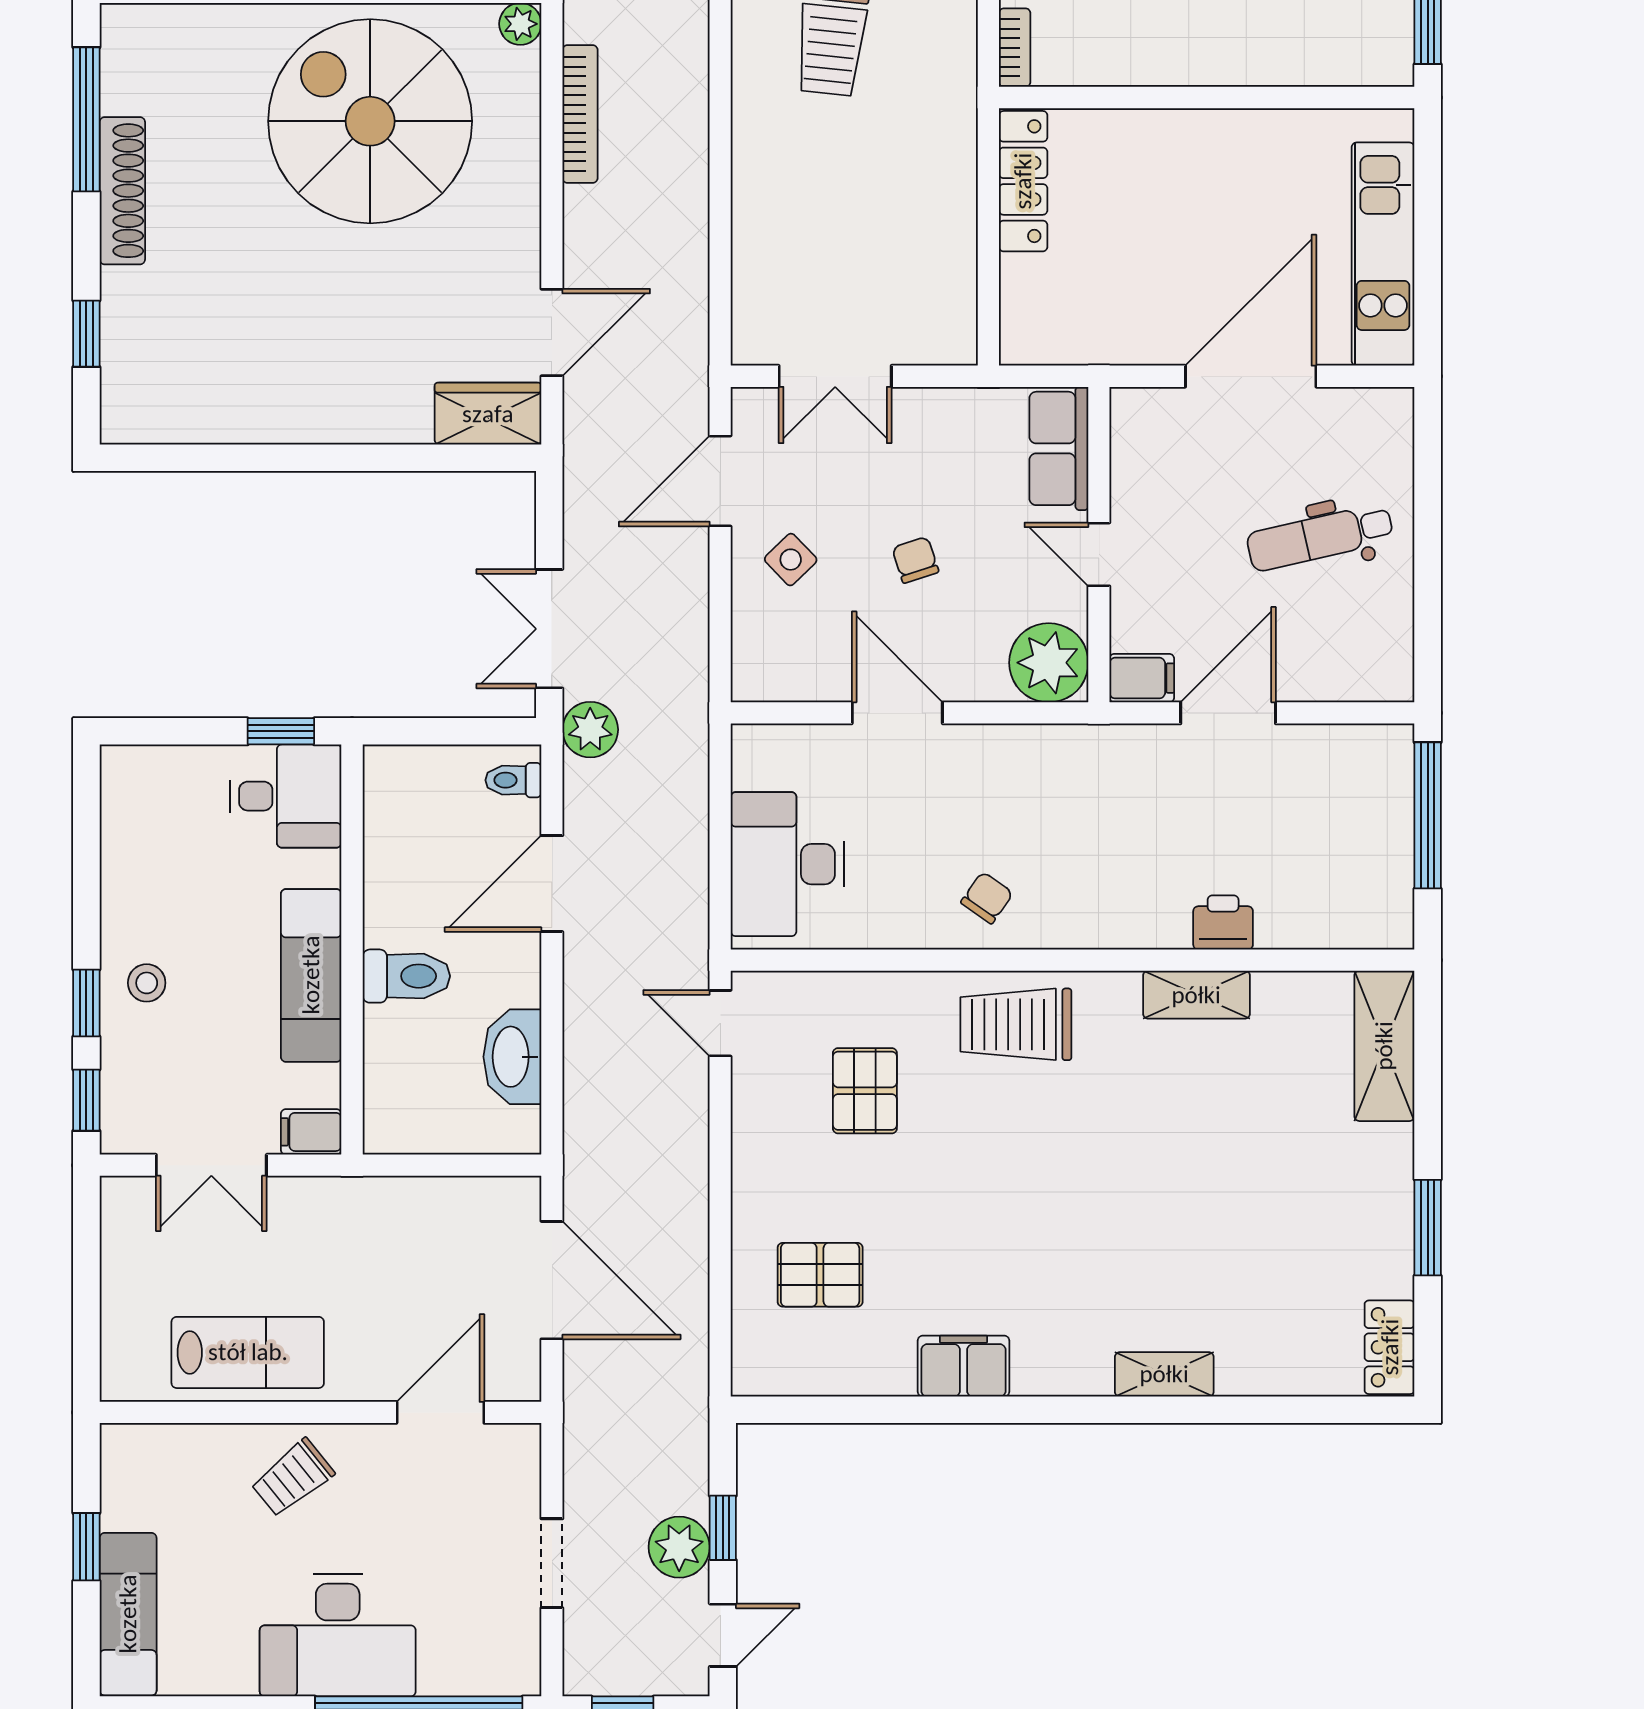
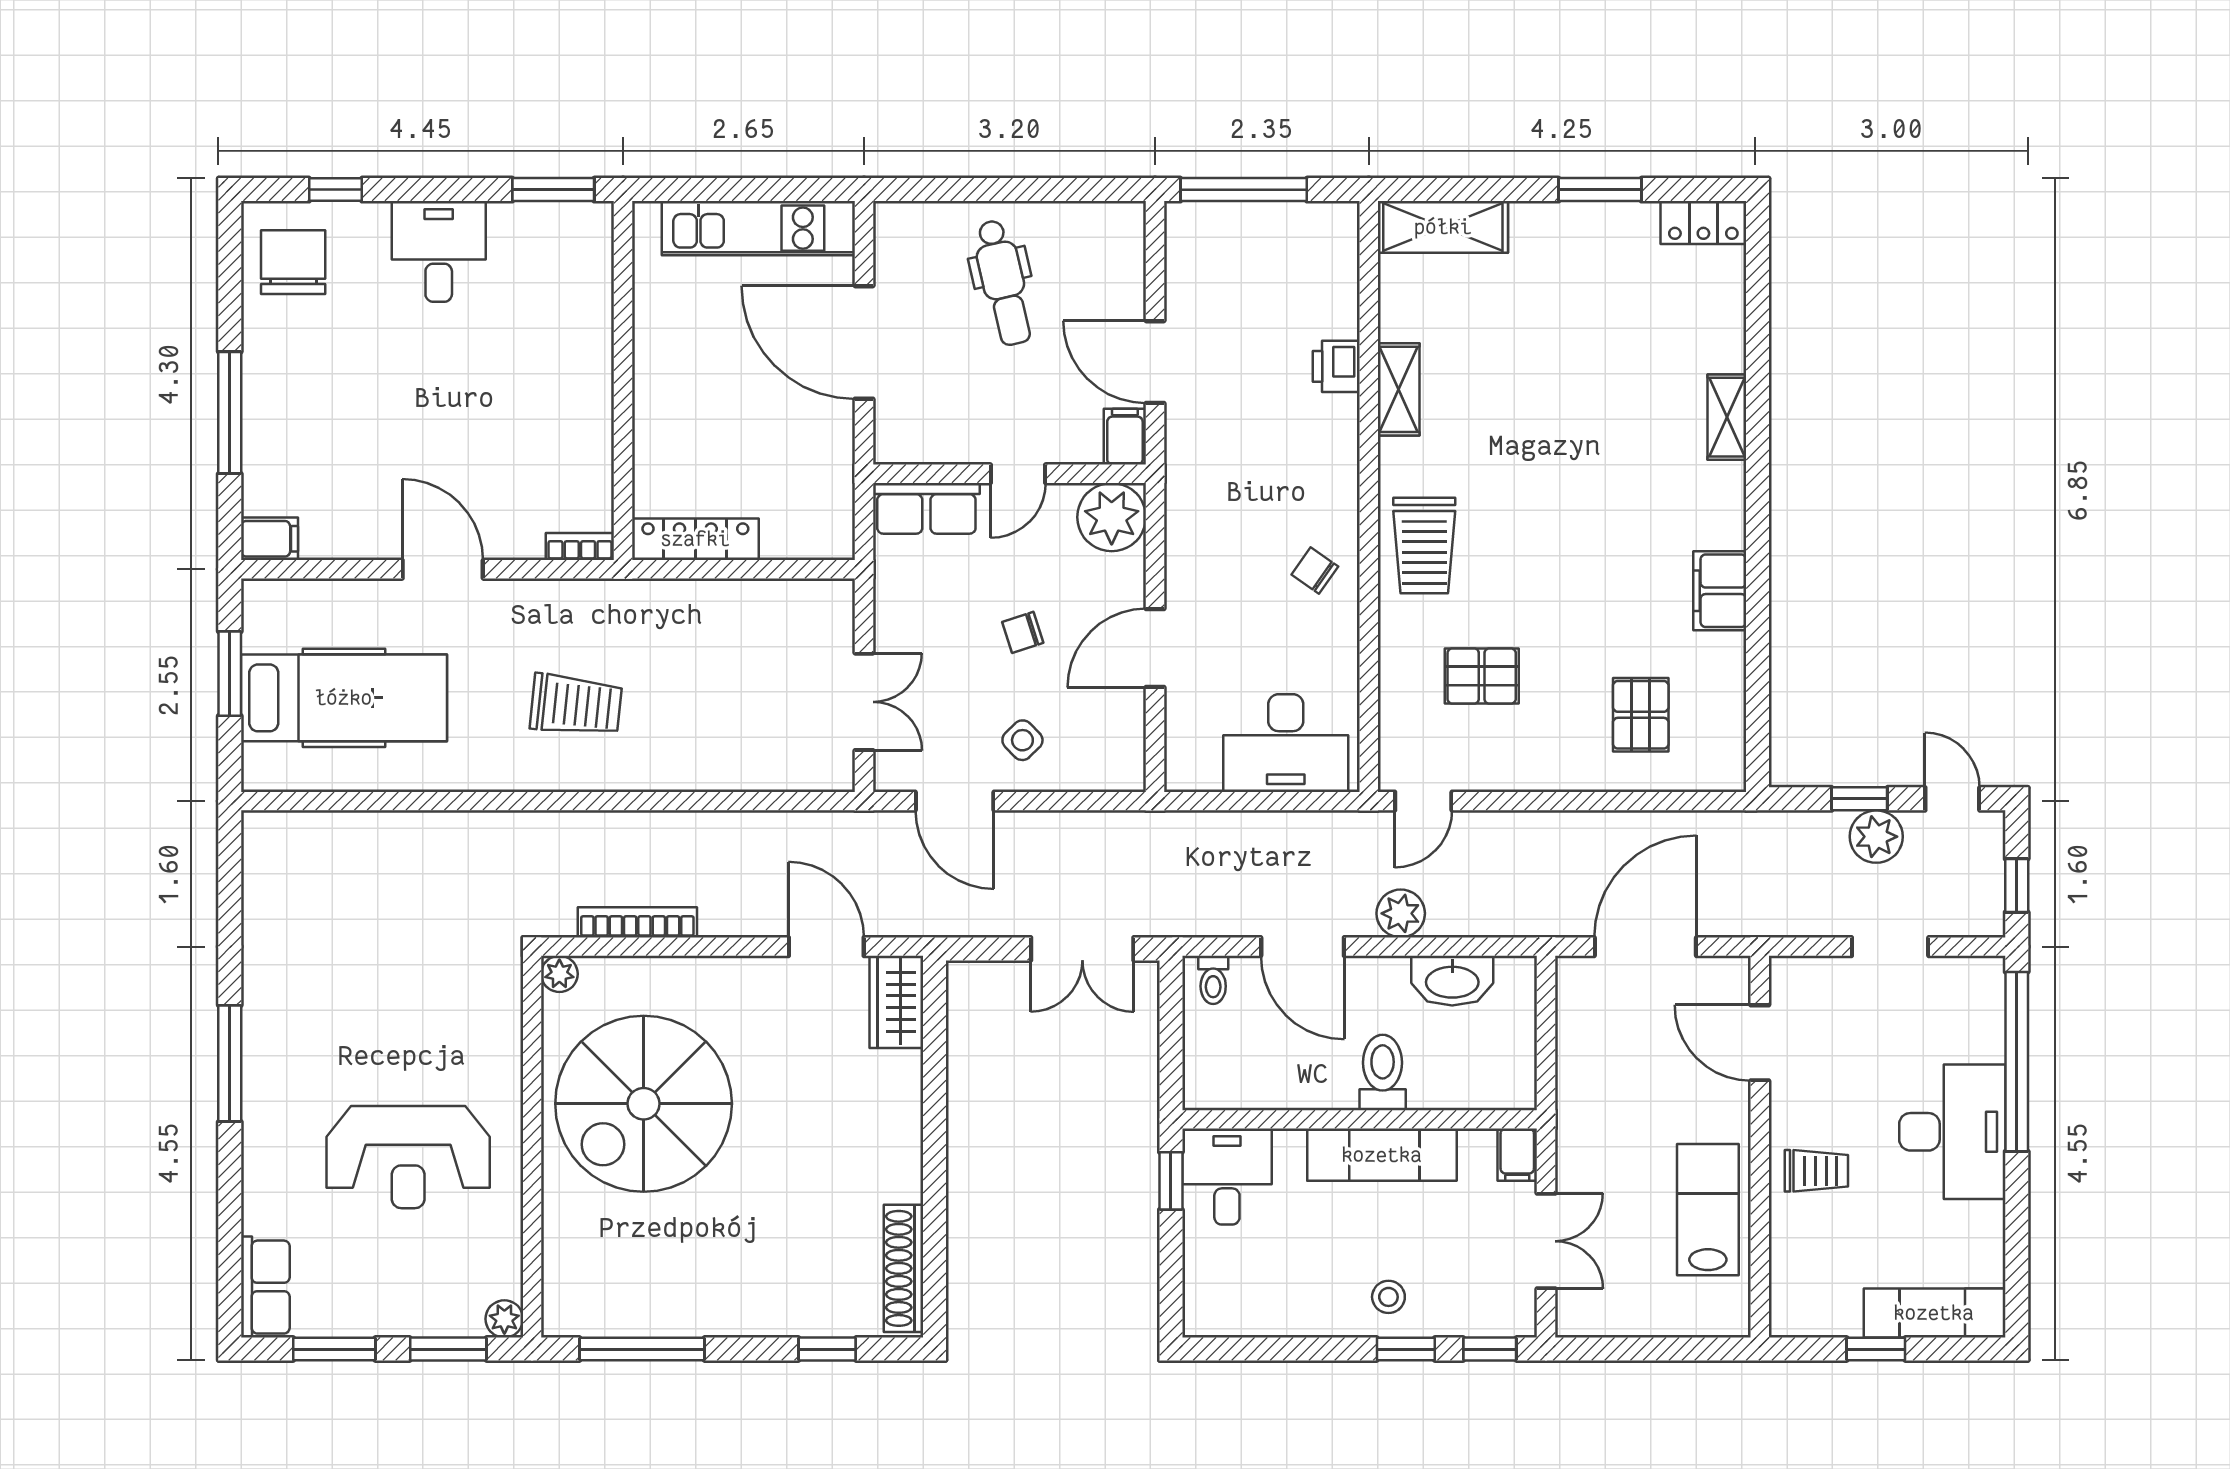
shoe rack: (122, 191) -> (903, 1268), moved, turned -90
plant: (590, 730) -> (1401, 913), moved
trolley: (293, 1478) -> (1816, 1171), turned -51

